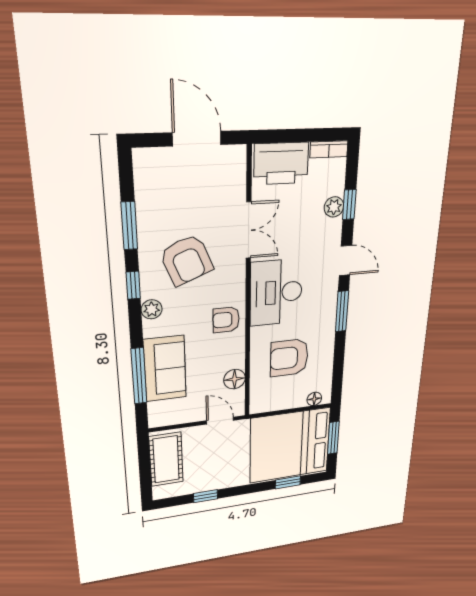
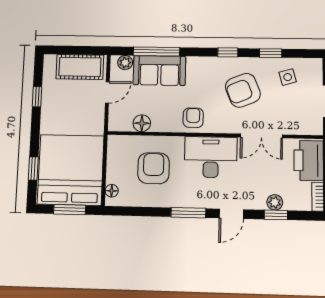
side table: (164, 199) -> (288, 77), added
window: (129, 226) -> (271, 53), width x0.67
plant: (152, 309) -> (125, 63), moved
door: (220, 421) -> (107, 92), moved

